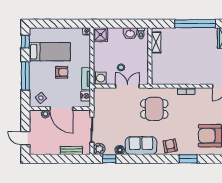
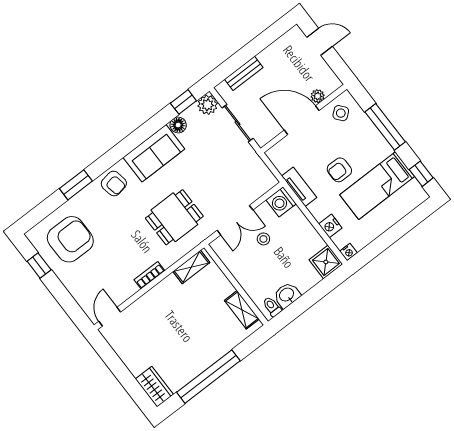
shelving: (164, 80) -> (191, 267), added
nightstand: (86, 96) -> (330, 226), moved

